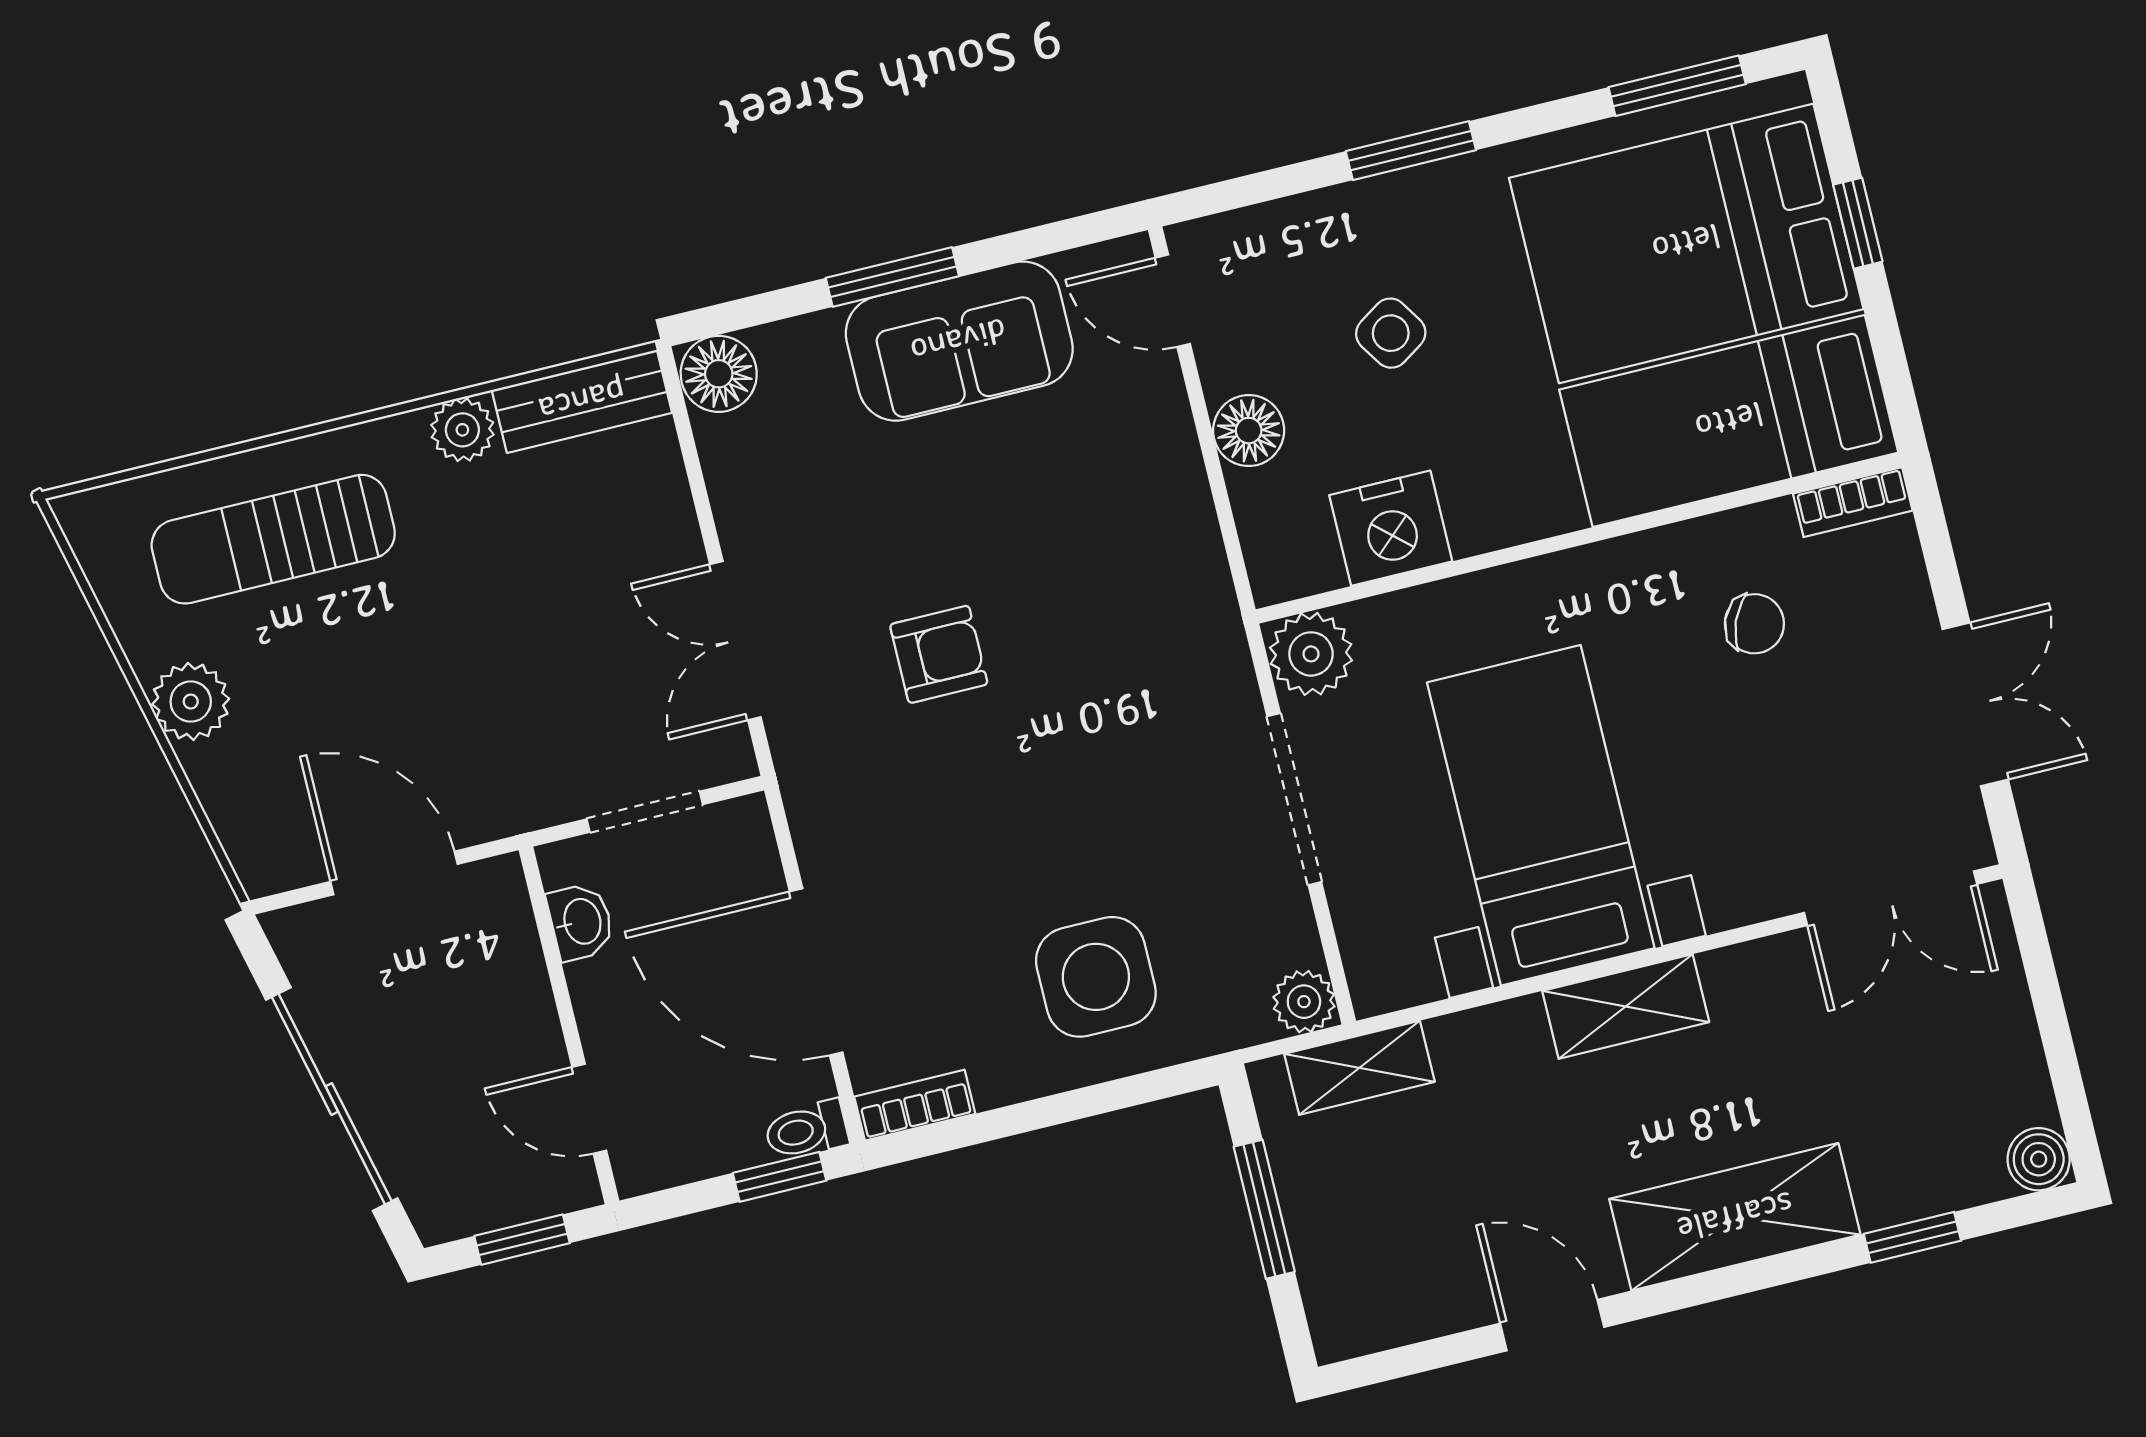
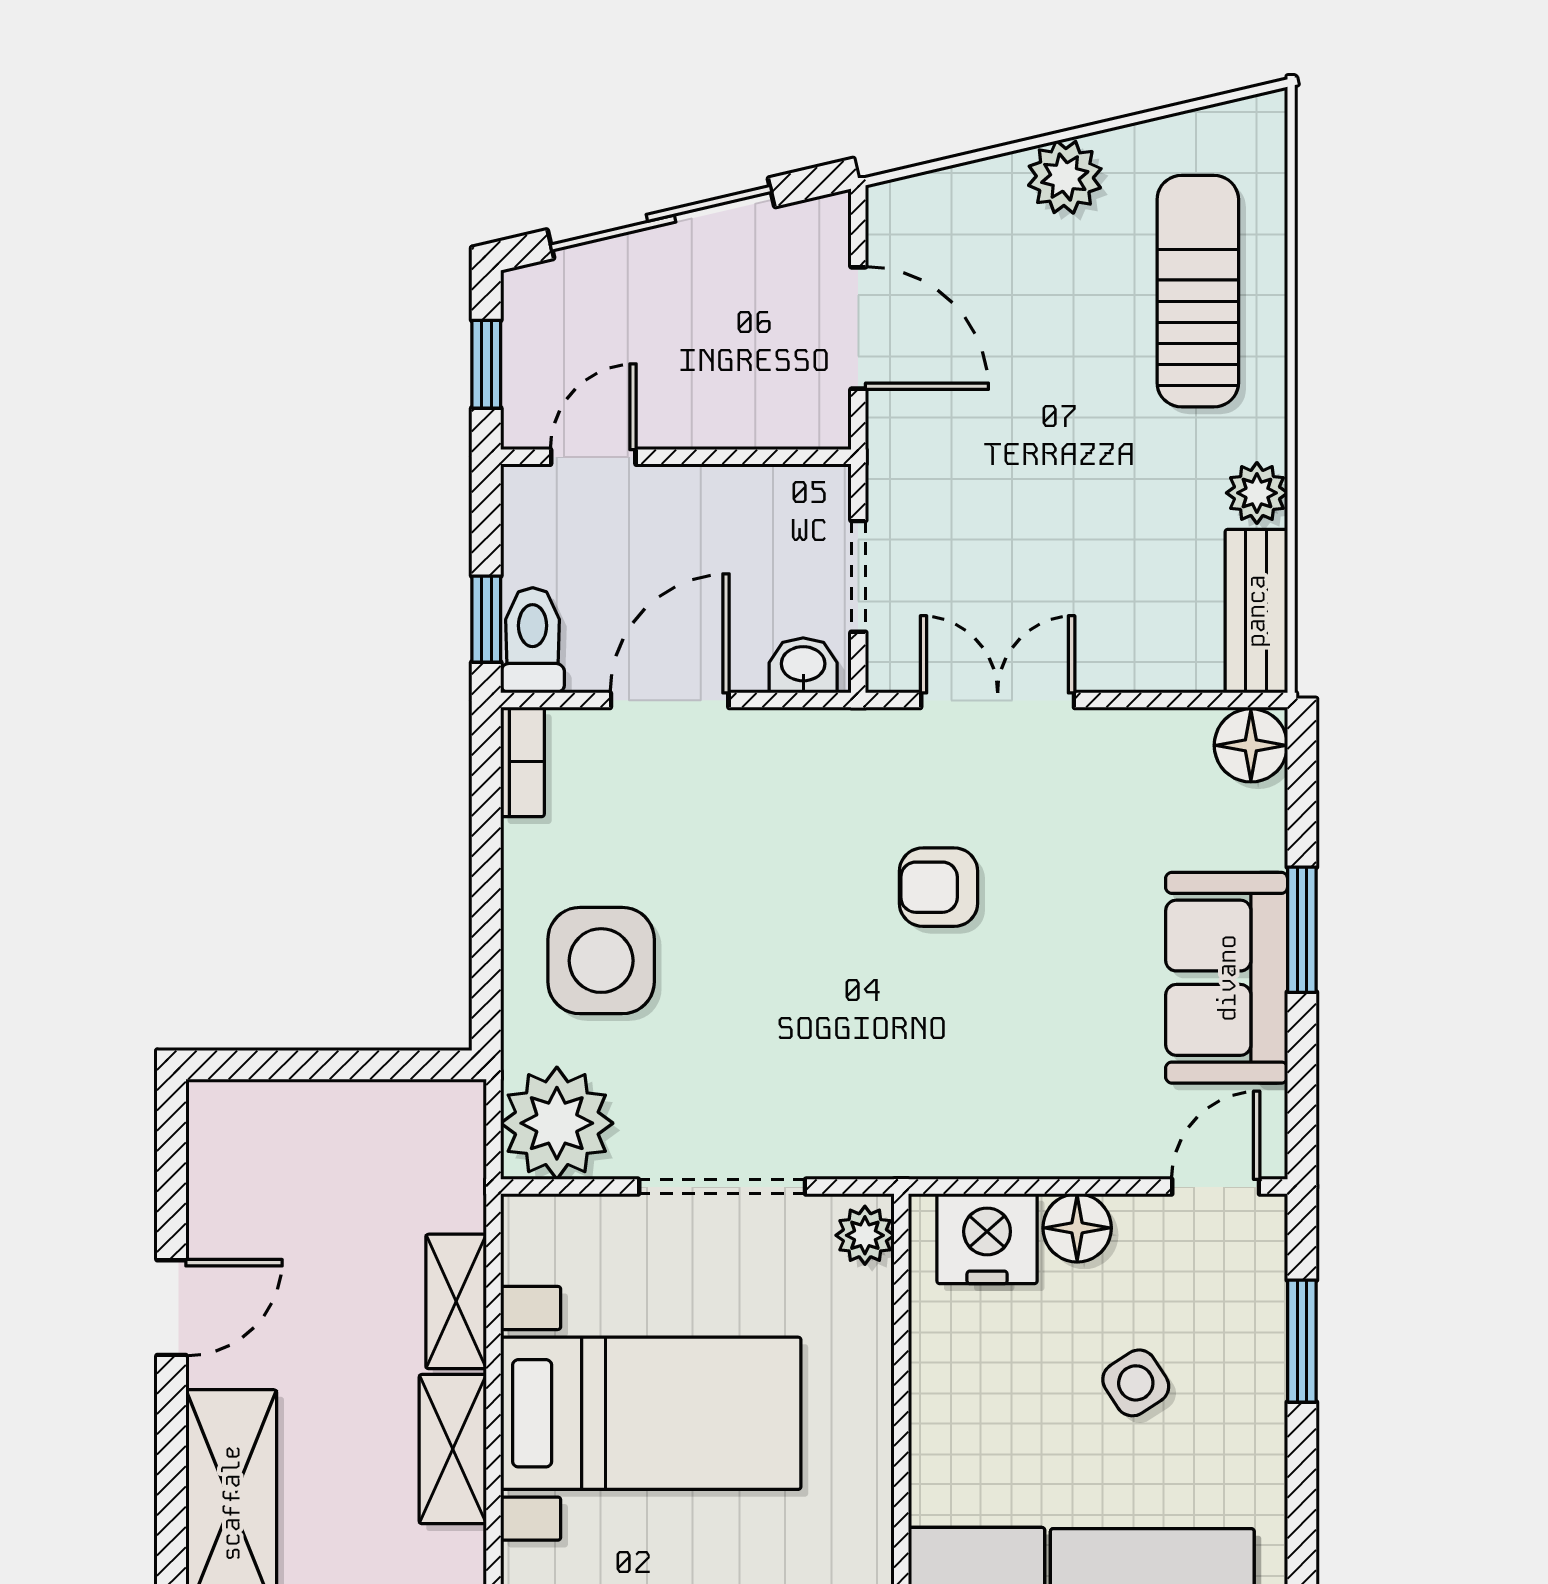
window: (1411, 151) -> (1302, 1341), moved
nightstand: (1391, 528) -> (987, 1239), moved, turned 90
armchair: (939, 654) -> (939, 887), turned 90
plant: (1311, 654) -> (865, 1235), width x0.73, depth x0.73
door: (394, 873) -> (858, 328), hinge flipped
washbasin: (581, 922) -> (803, 665), moved, turned 180
door: (816, 972) -> (670, 700), width x0.73
plant: (1304, 1002) -> (557, 1123), width x1.87, depth x1.87
shelving: (1360, 1068) -> (456, 1301), moved
toilet: (806, 1130) -> (533, 640), width x1.37, depth x1.39
window: (1264, 1209) -> (346, 1065), removed

